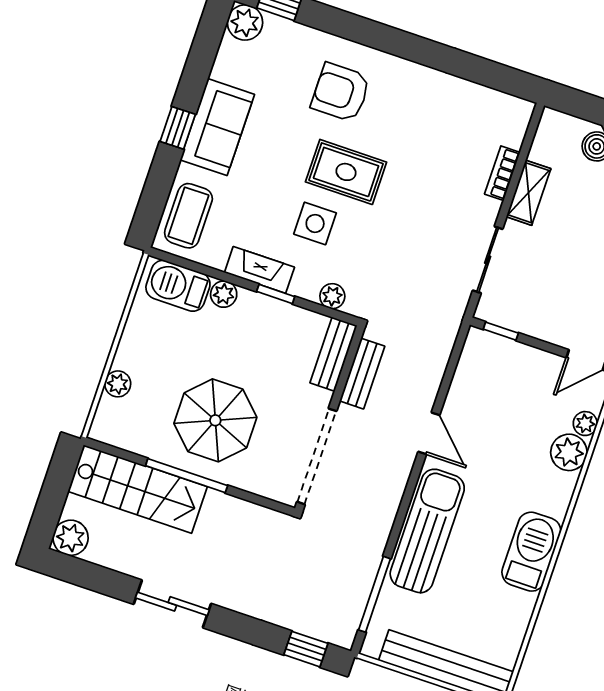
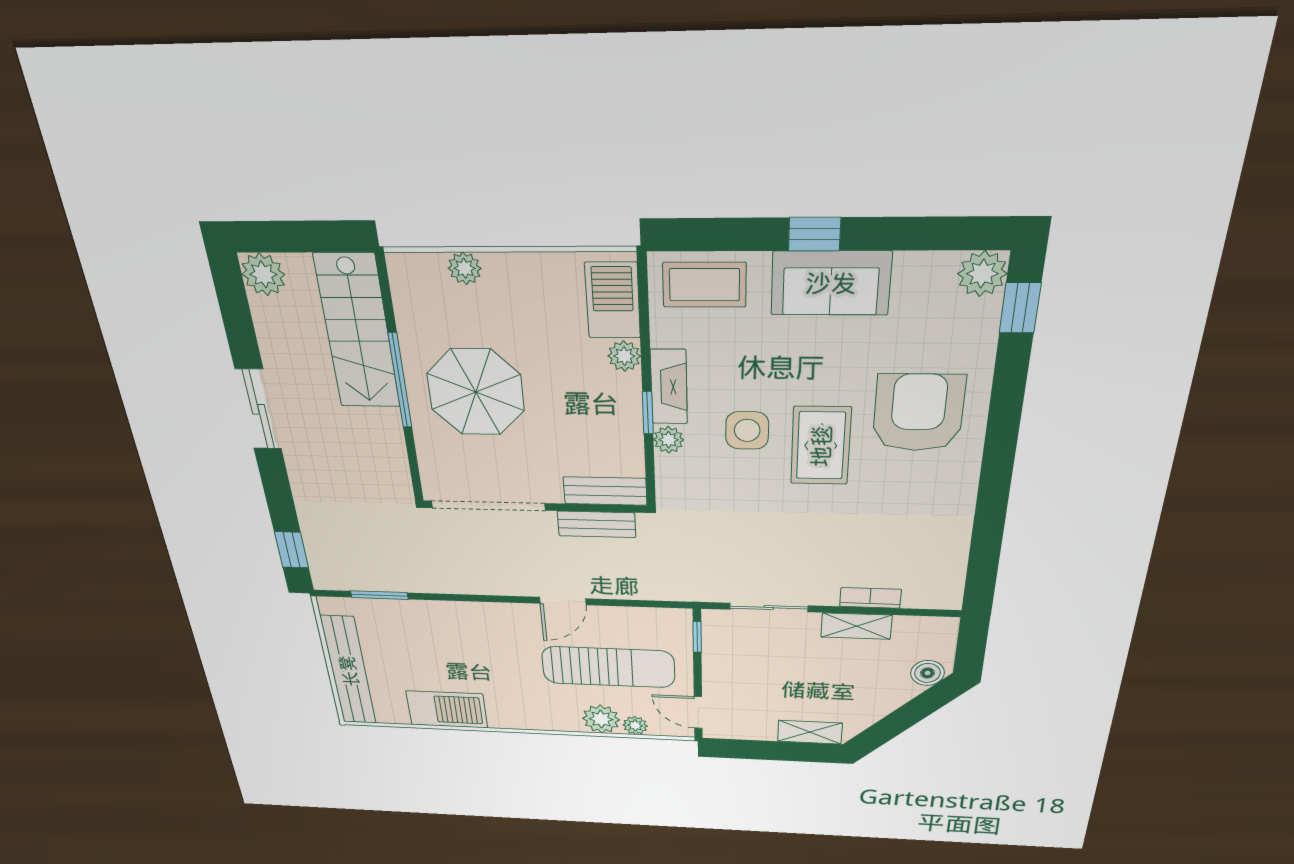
armchair: (341, 92) -> (918, 413), width x1.36, depth x1.36
plant: (332, 296) -> (669, 440), moved
sun lounger: (427, 531) -> (608, 667), moved
barbecue: (531, 552) -> (447, 709), moved
window: (374, 594) -> (379, 595), width x0.69

